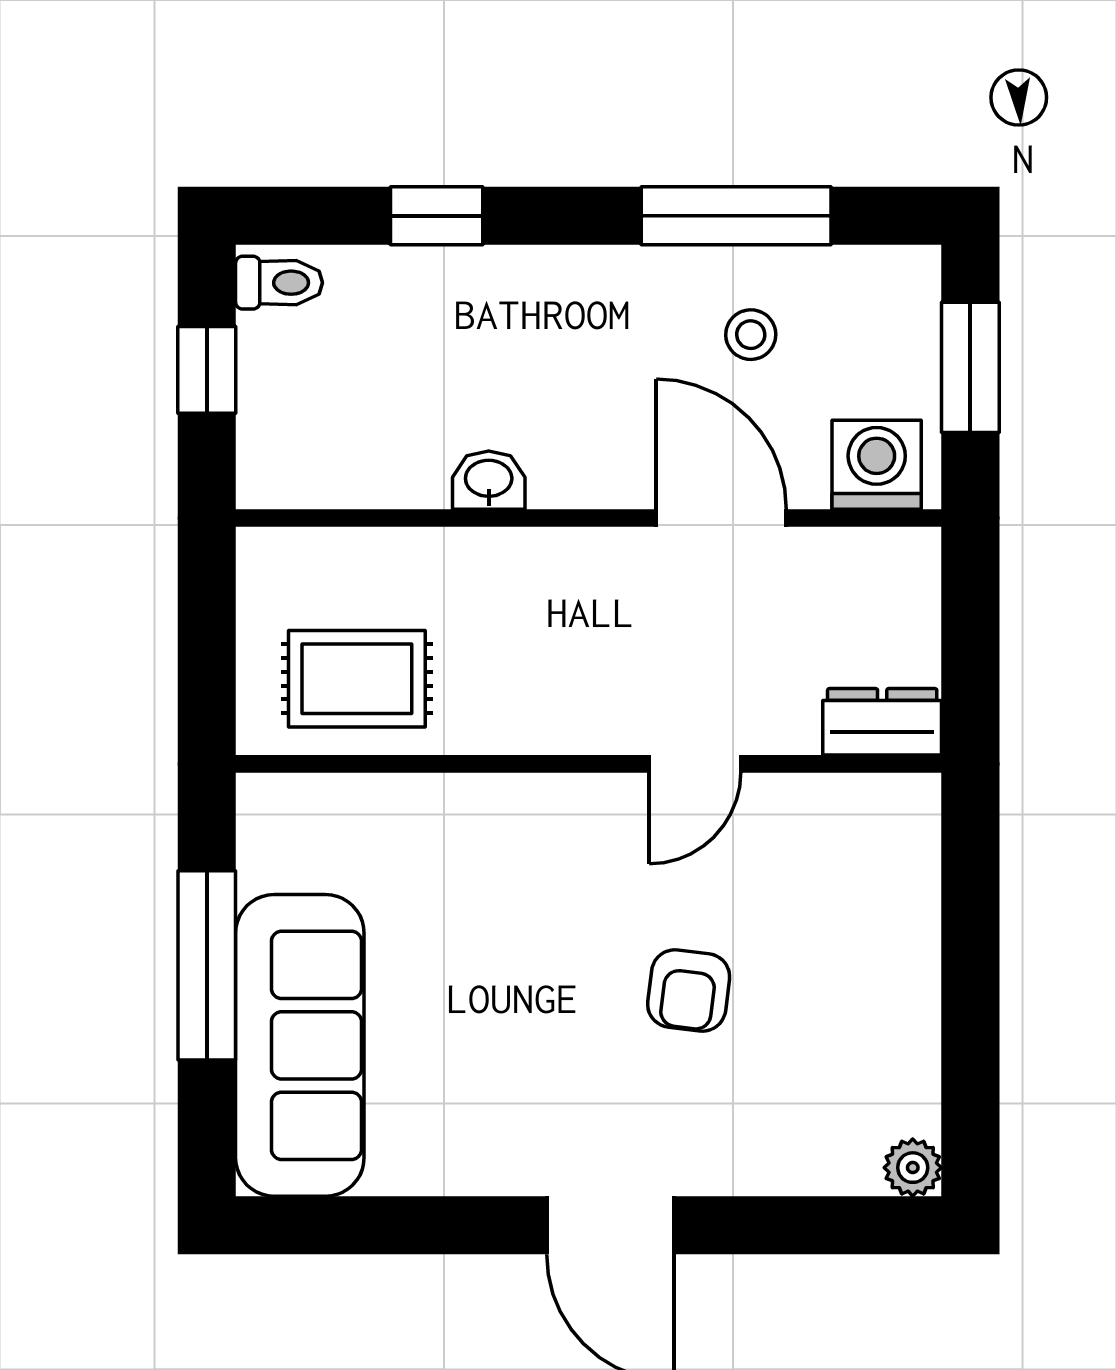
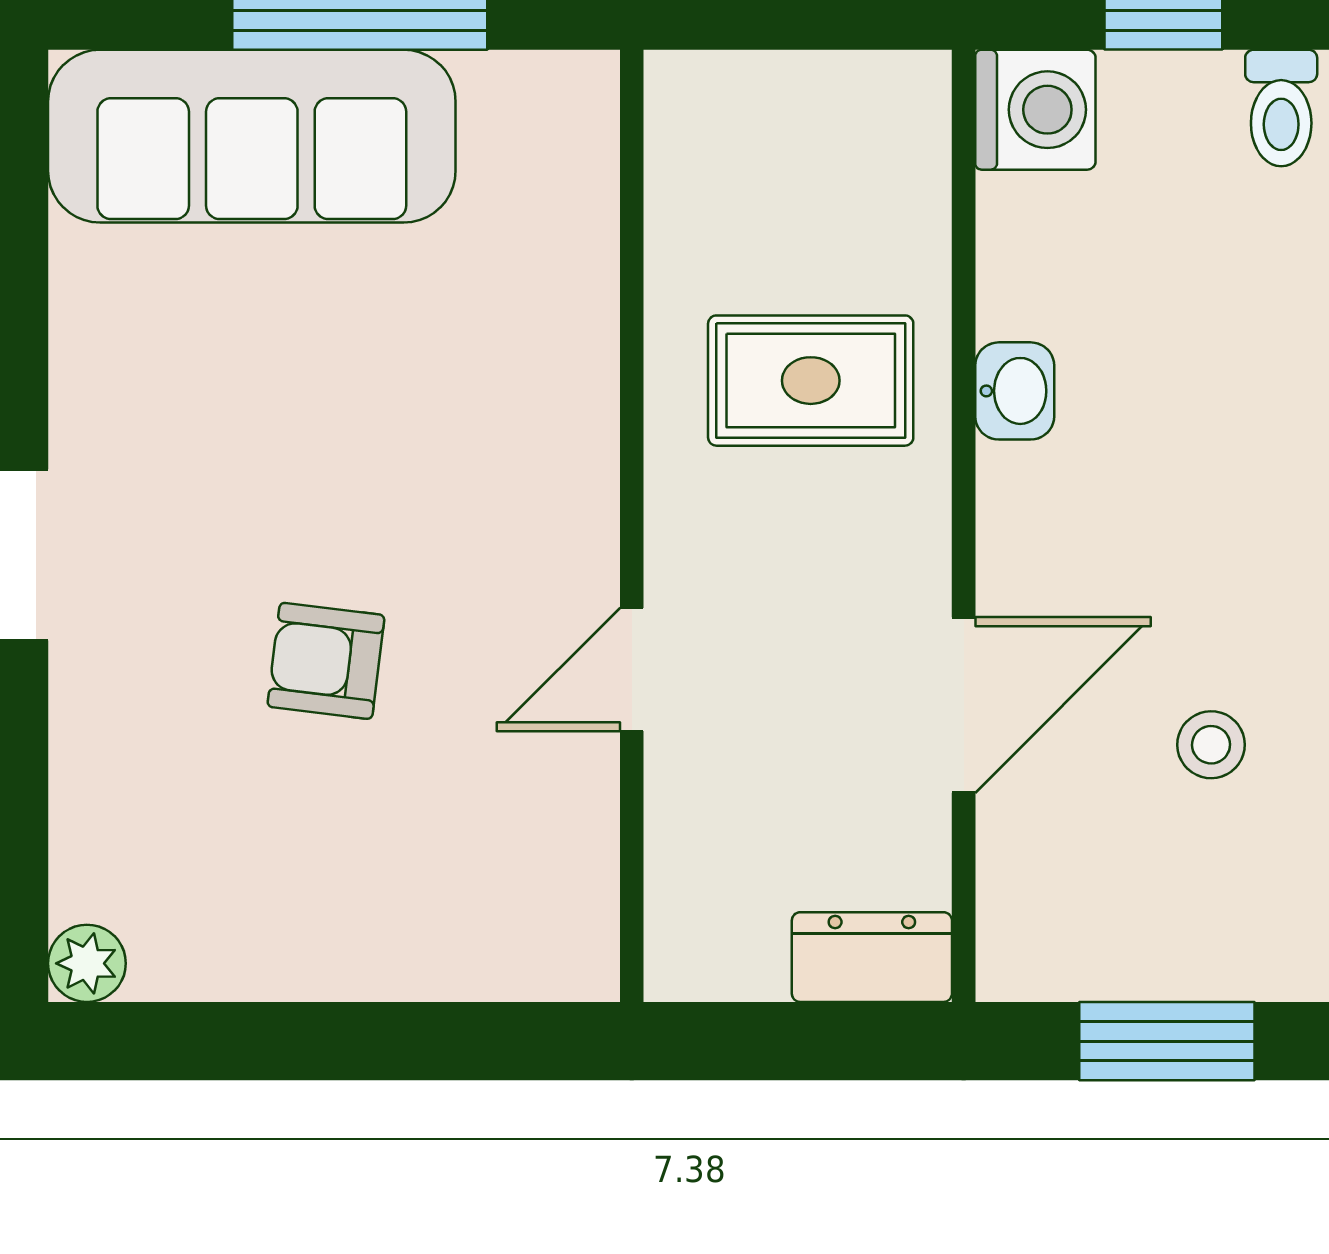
washing machine: (877, 465) -> (1035, 110), moved
rug: (357, 679) -> (811, 381), moved, turned 90
dresser: (882, 722) -> (872, 957), moved, turned -90
door: (695, 764) -> (632, 669), hinge flipped

